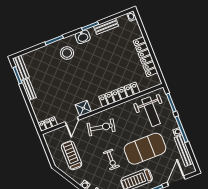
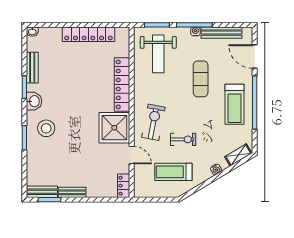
shower: (83, 108) -> (114, 128), width x1.86, depth x1.86
weight bench: (151, 112) -> (158, 54), turned 90
exercise mat: (145, 149) -> (201, 79), width x0.50, depth x0.69
exercise bike: (111, 160) -> (183, 139), moved

